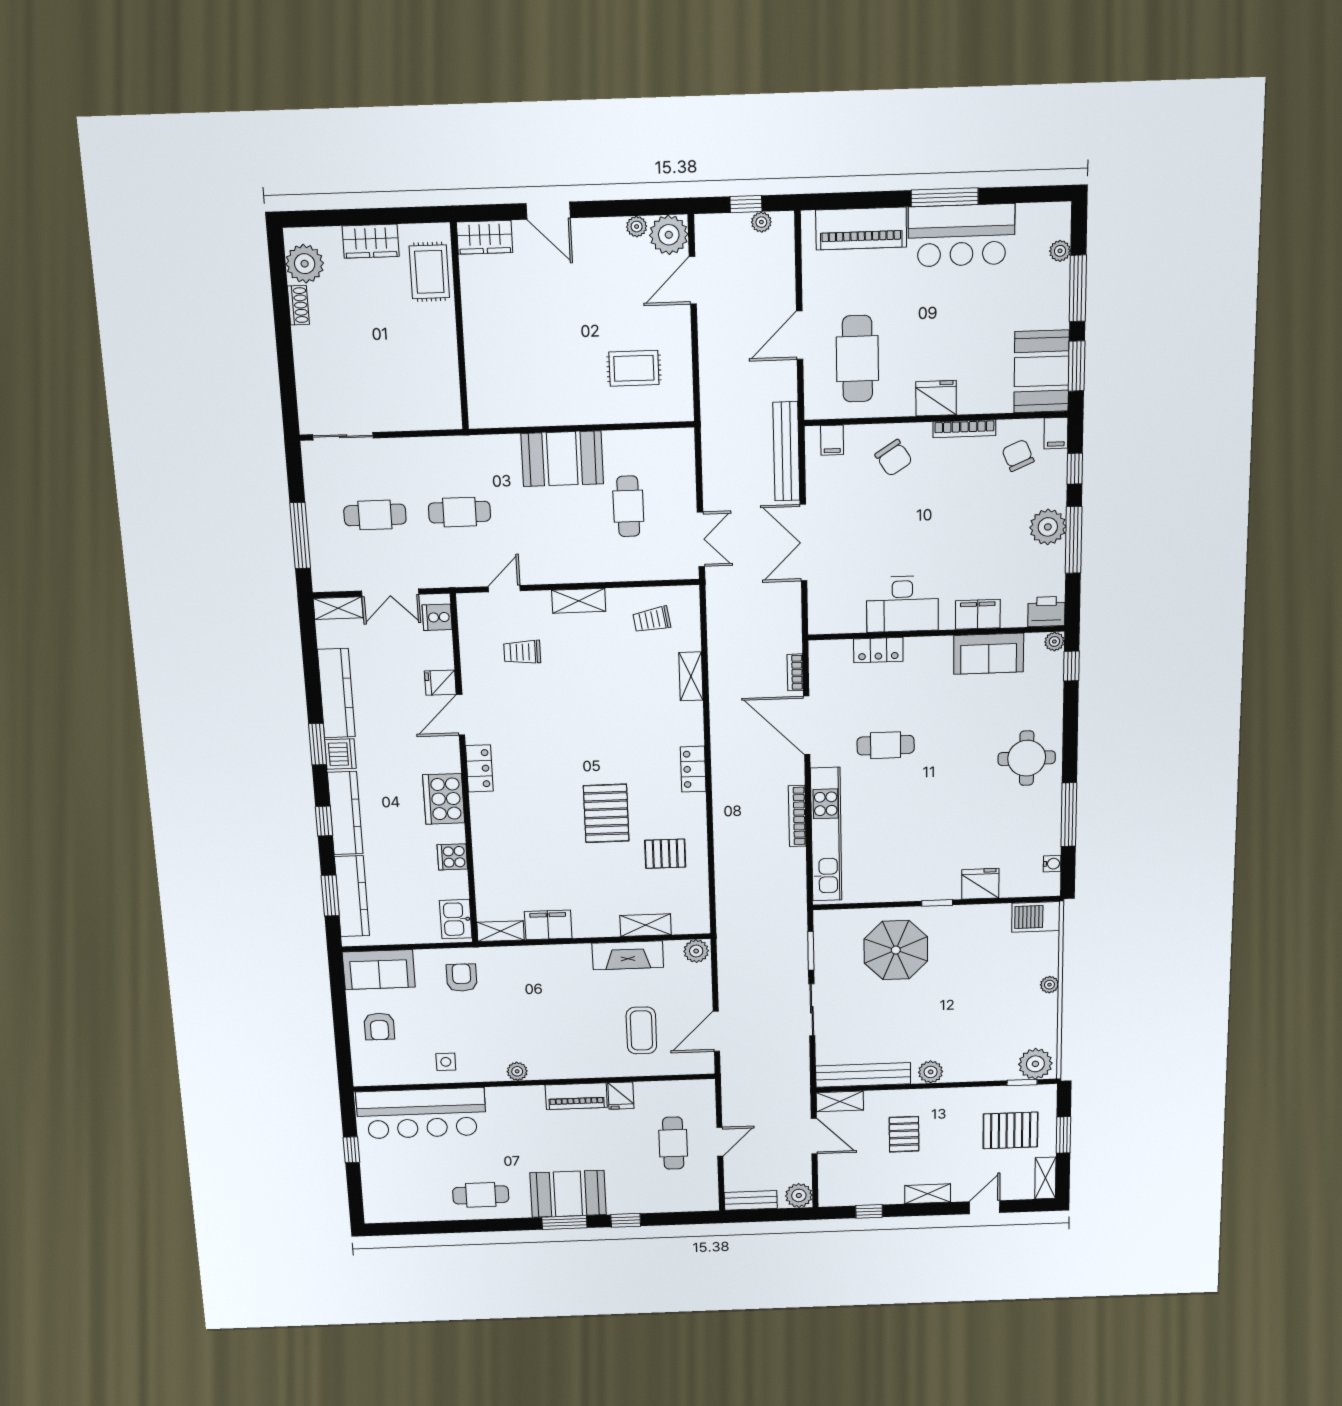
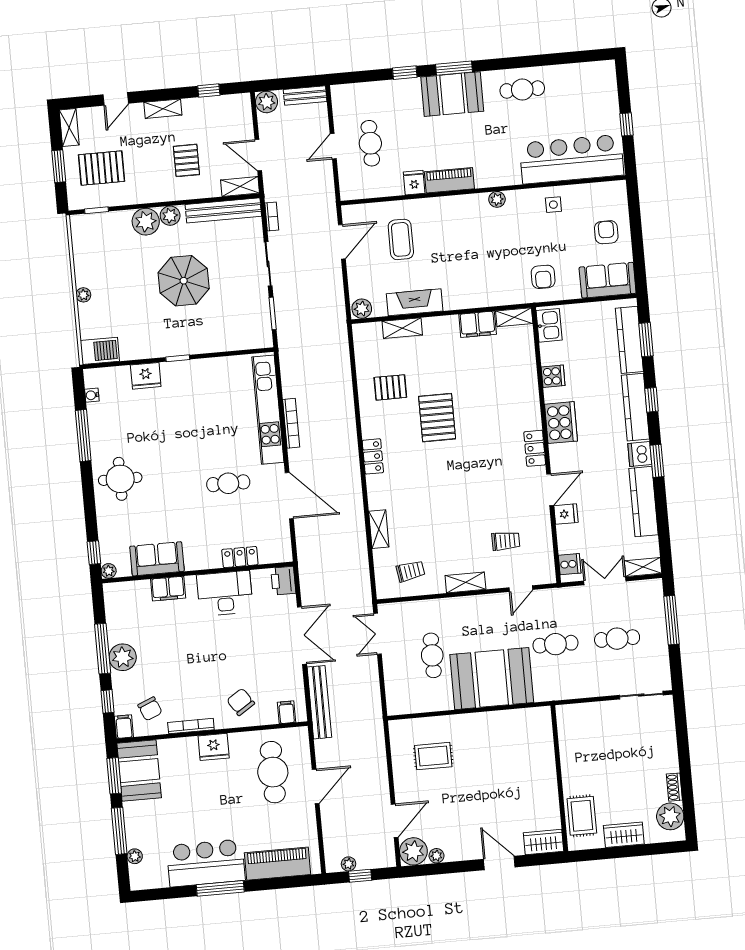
booth: (562, 459) -> (492, 679), width x1.36, depth x1.42
printer: (1046, 612) -> (283, 581), moved, turned 90
bookcase: (795, 672) -> (272, 217), moved
parasol: (896, 950) -> (184, 281), moved
plant: (1035, 1064) -> (146, 222), moved

